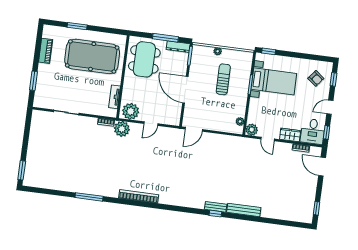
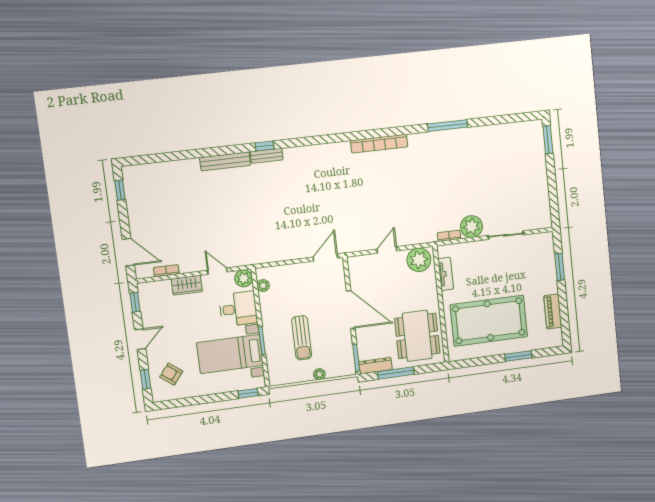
plant: (122, 129) -> (472, 227), moved
desk: (313, 131) -> (238, 309), moved, turned 90

